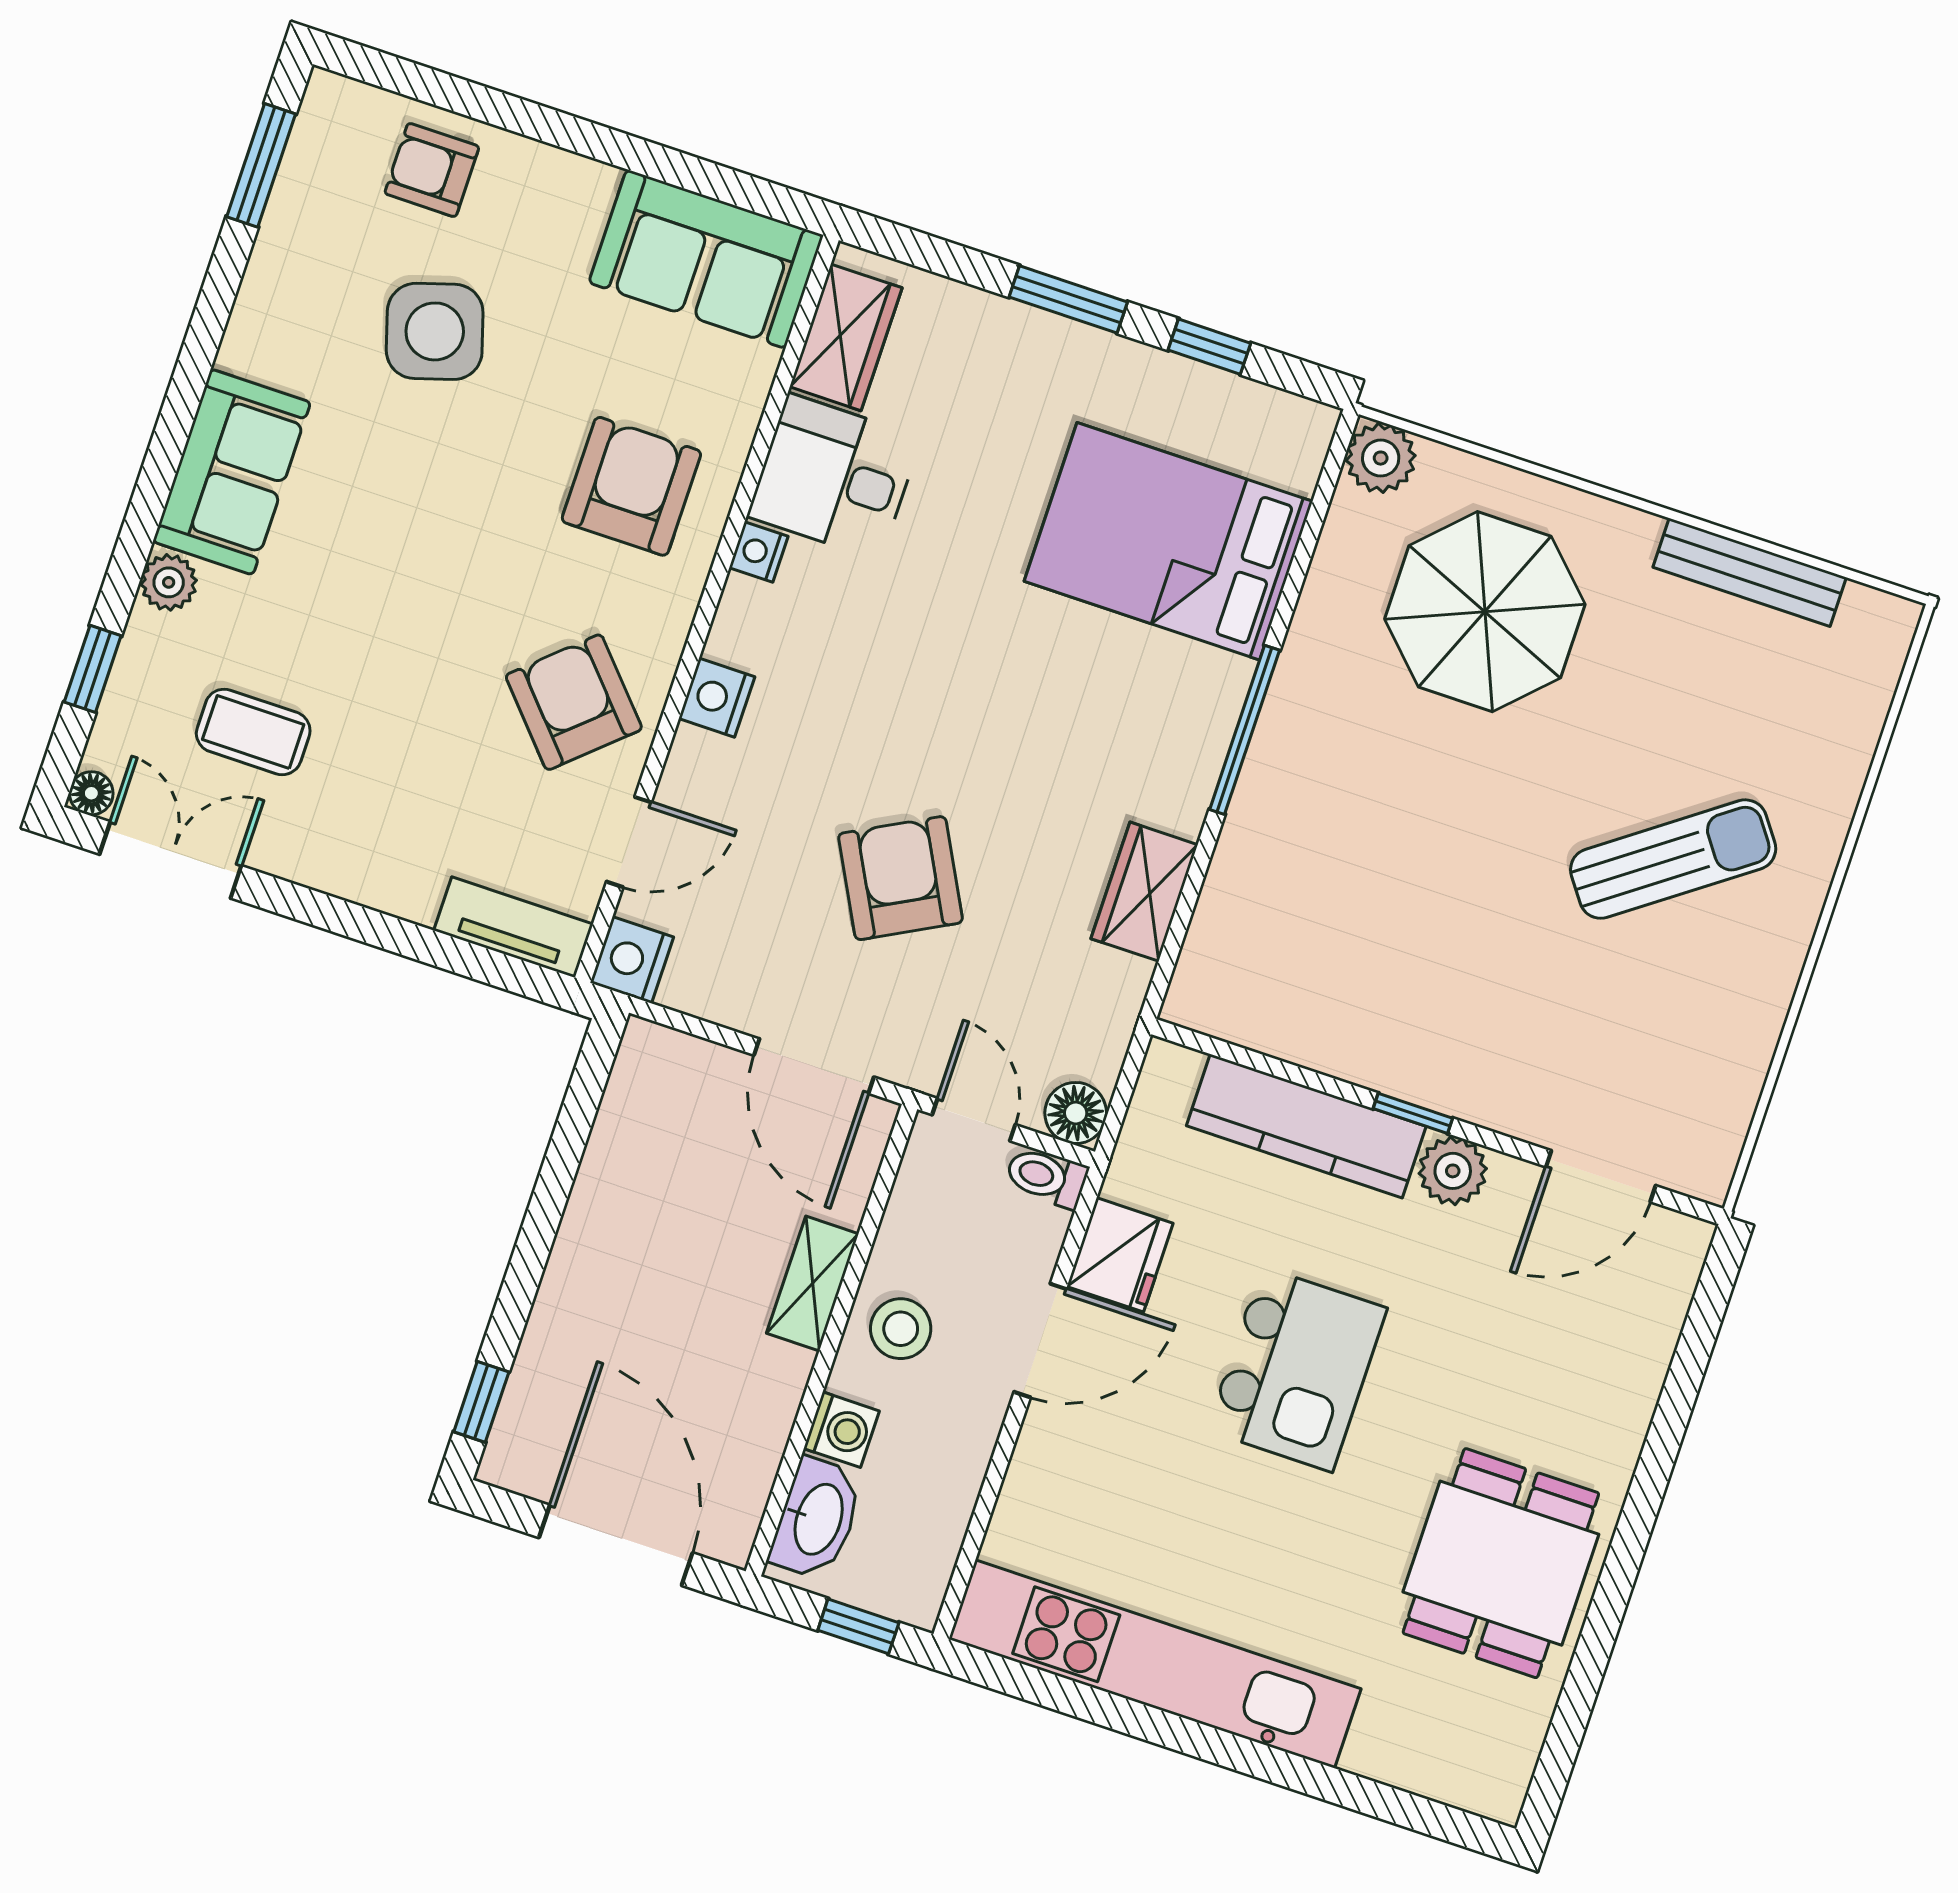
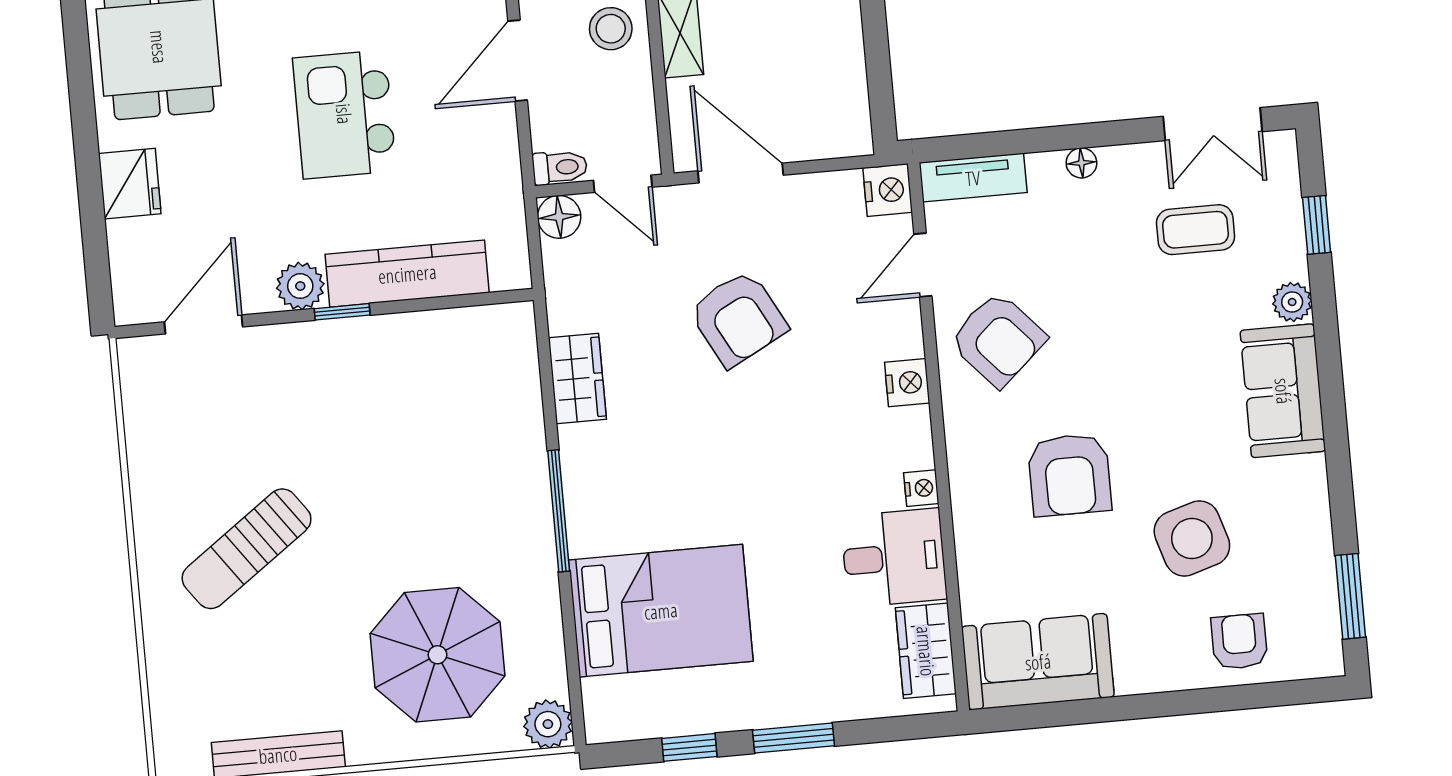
armchair: (432, 170) -> (1239, 641), turned -90
armchair: (631, 486) -> (1070, 475), moved
floor lamp: (91, 793) -> (1081, 163), moved
fridge: (1120, 1255) -> (130, 184), moved, turned 180

